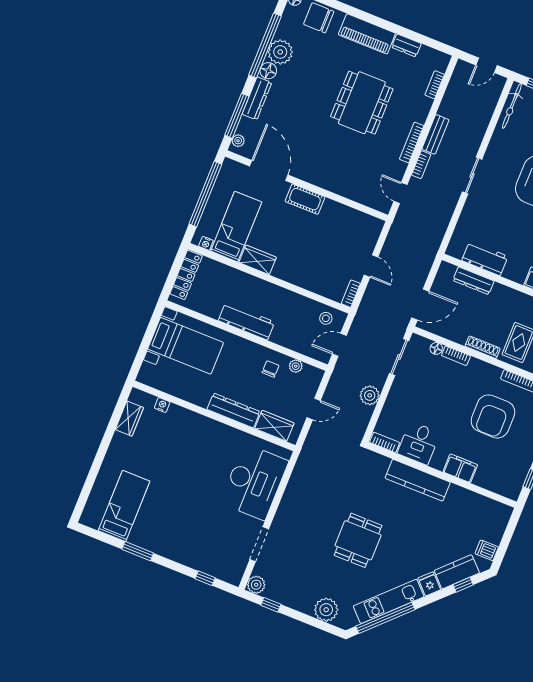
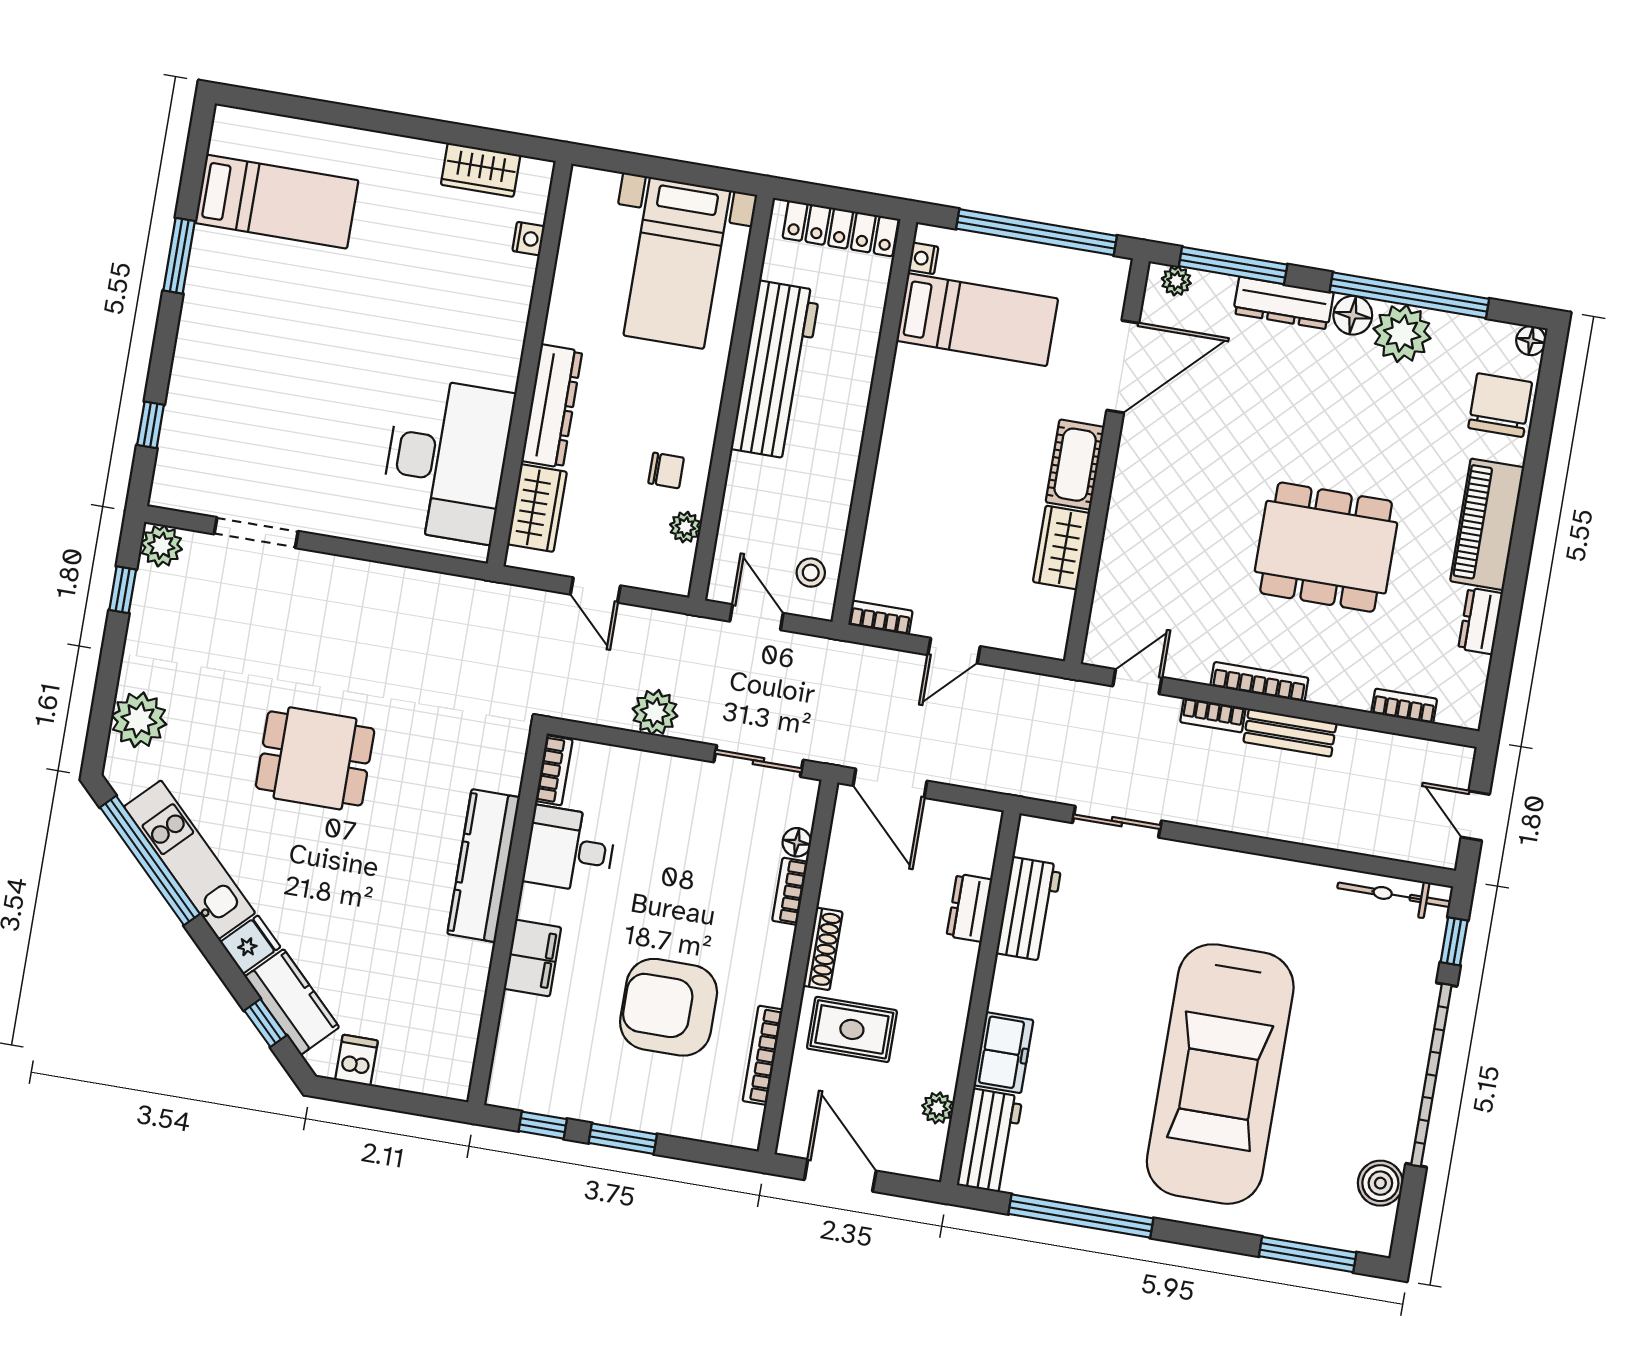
sliding door: (472, 175) -> (1117, 822), moved
wardrobe: (258, 260) -> (1061, 547), moved, turned 180
dresser: (473, 281) -> (969, 908), width x0.70
workbench: (246, 321) -> (775, 370), width x1.36, depth x1.32
desk: (254, 482) -> (447, 460), moved, turned -90

